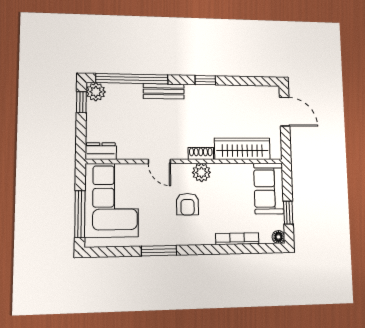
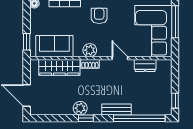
plant: (96, 92) -> (80, 108), moved
dresser: (101, 151) -> (145, 66), moved
sofa: (269, 188) -> (54, 46), moved, turned -90
armchair: (187, 204) -> (99, 16), moved
window: (288, 213) -> (27, 42), moved

